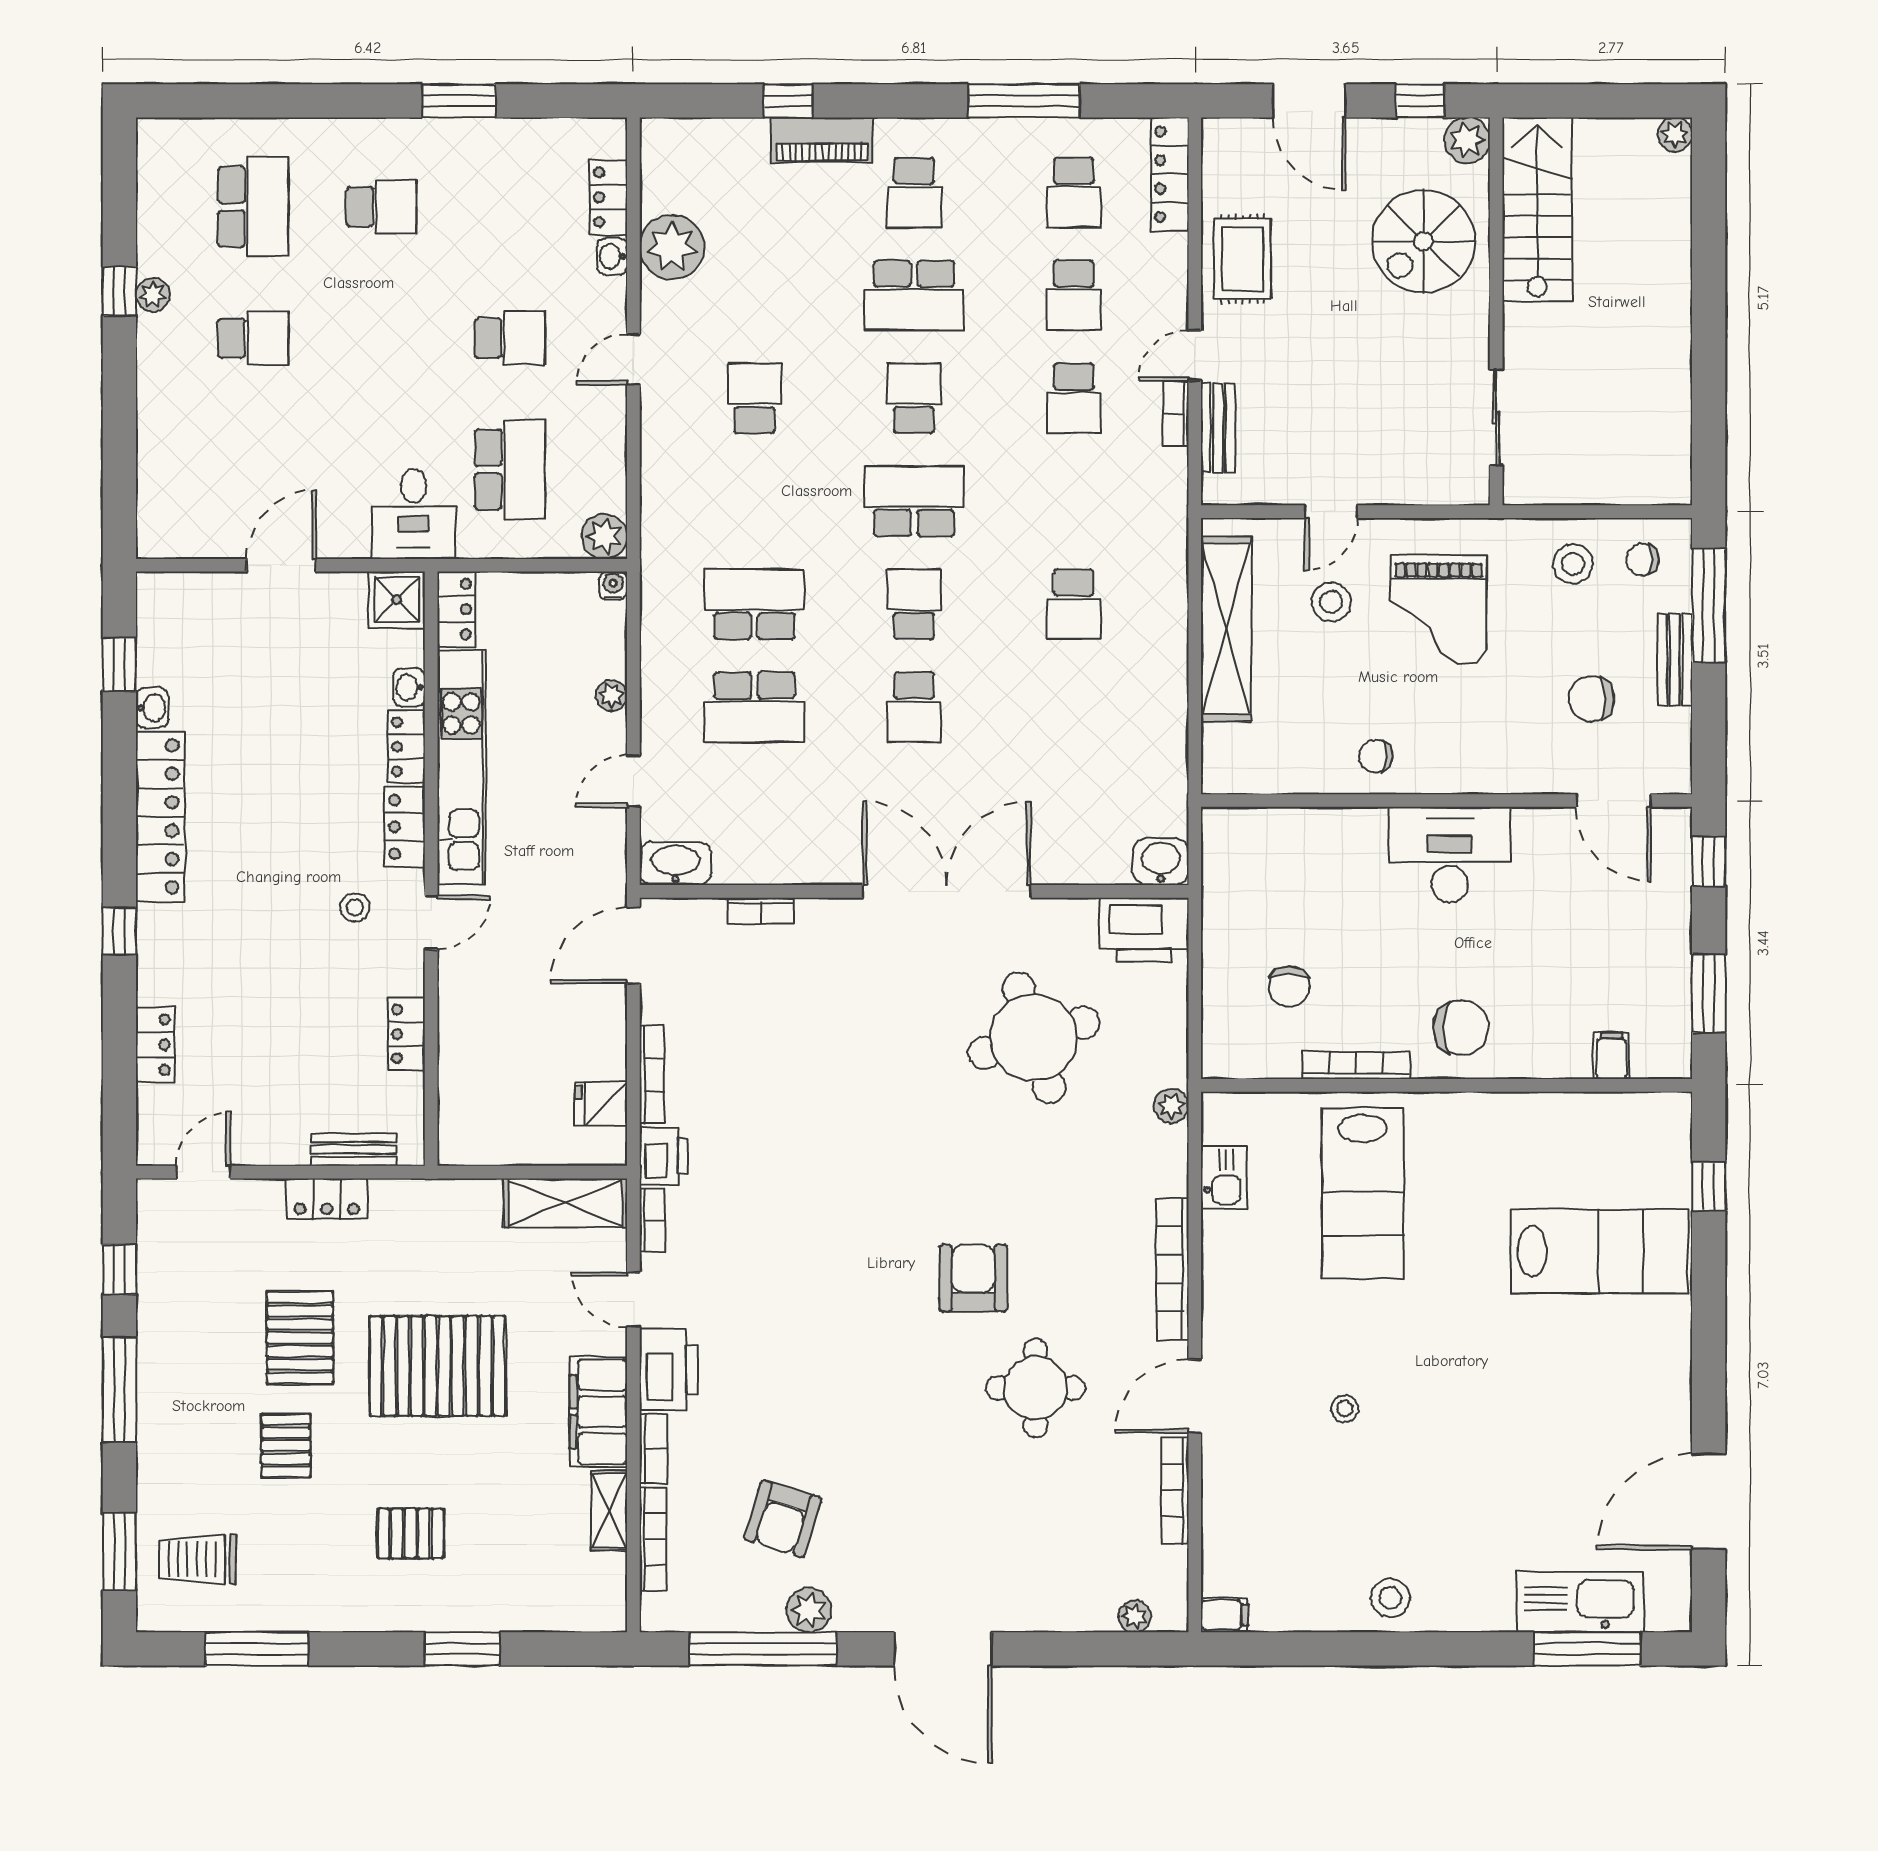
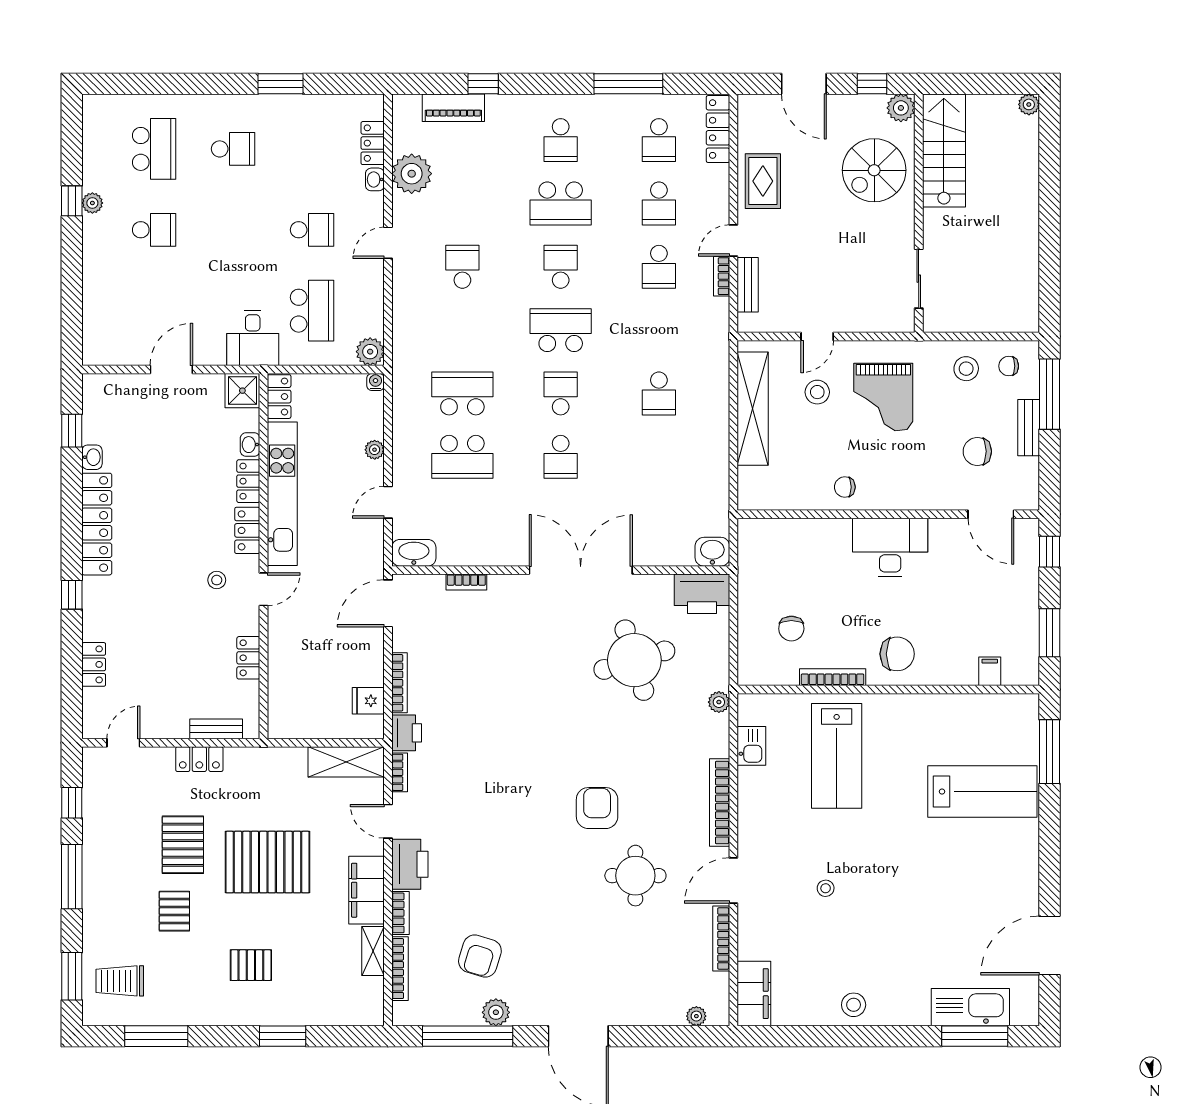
piano: (822, 140) -> (453, 108), moved
window: (1709, 1187) -> (1050, 752), width x2.17
filing cabinet: (1224, 1615) -> (754, 994), width x3.00, depth x1.17

